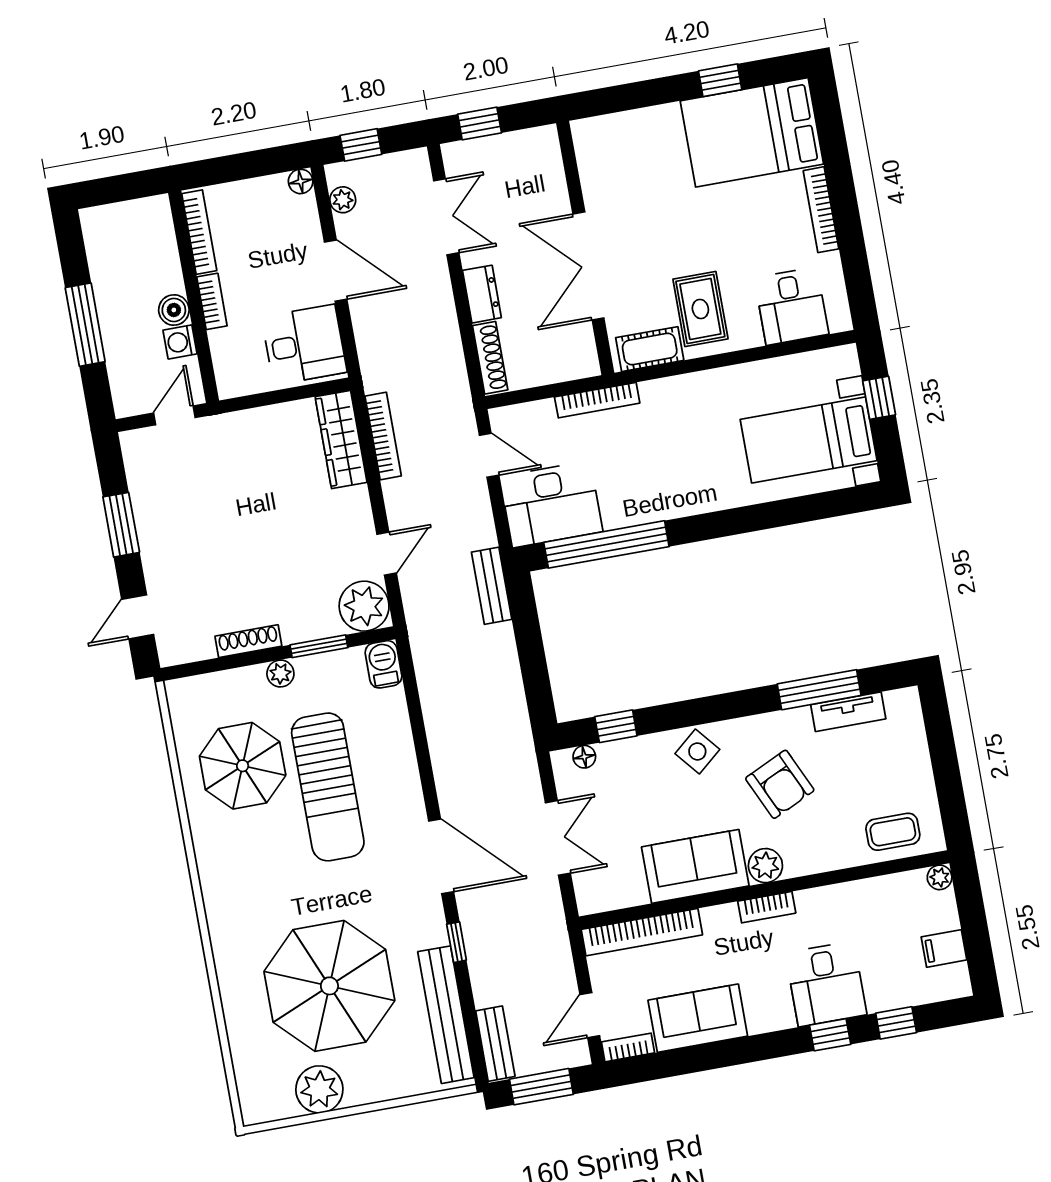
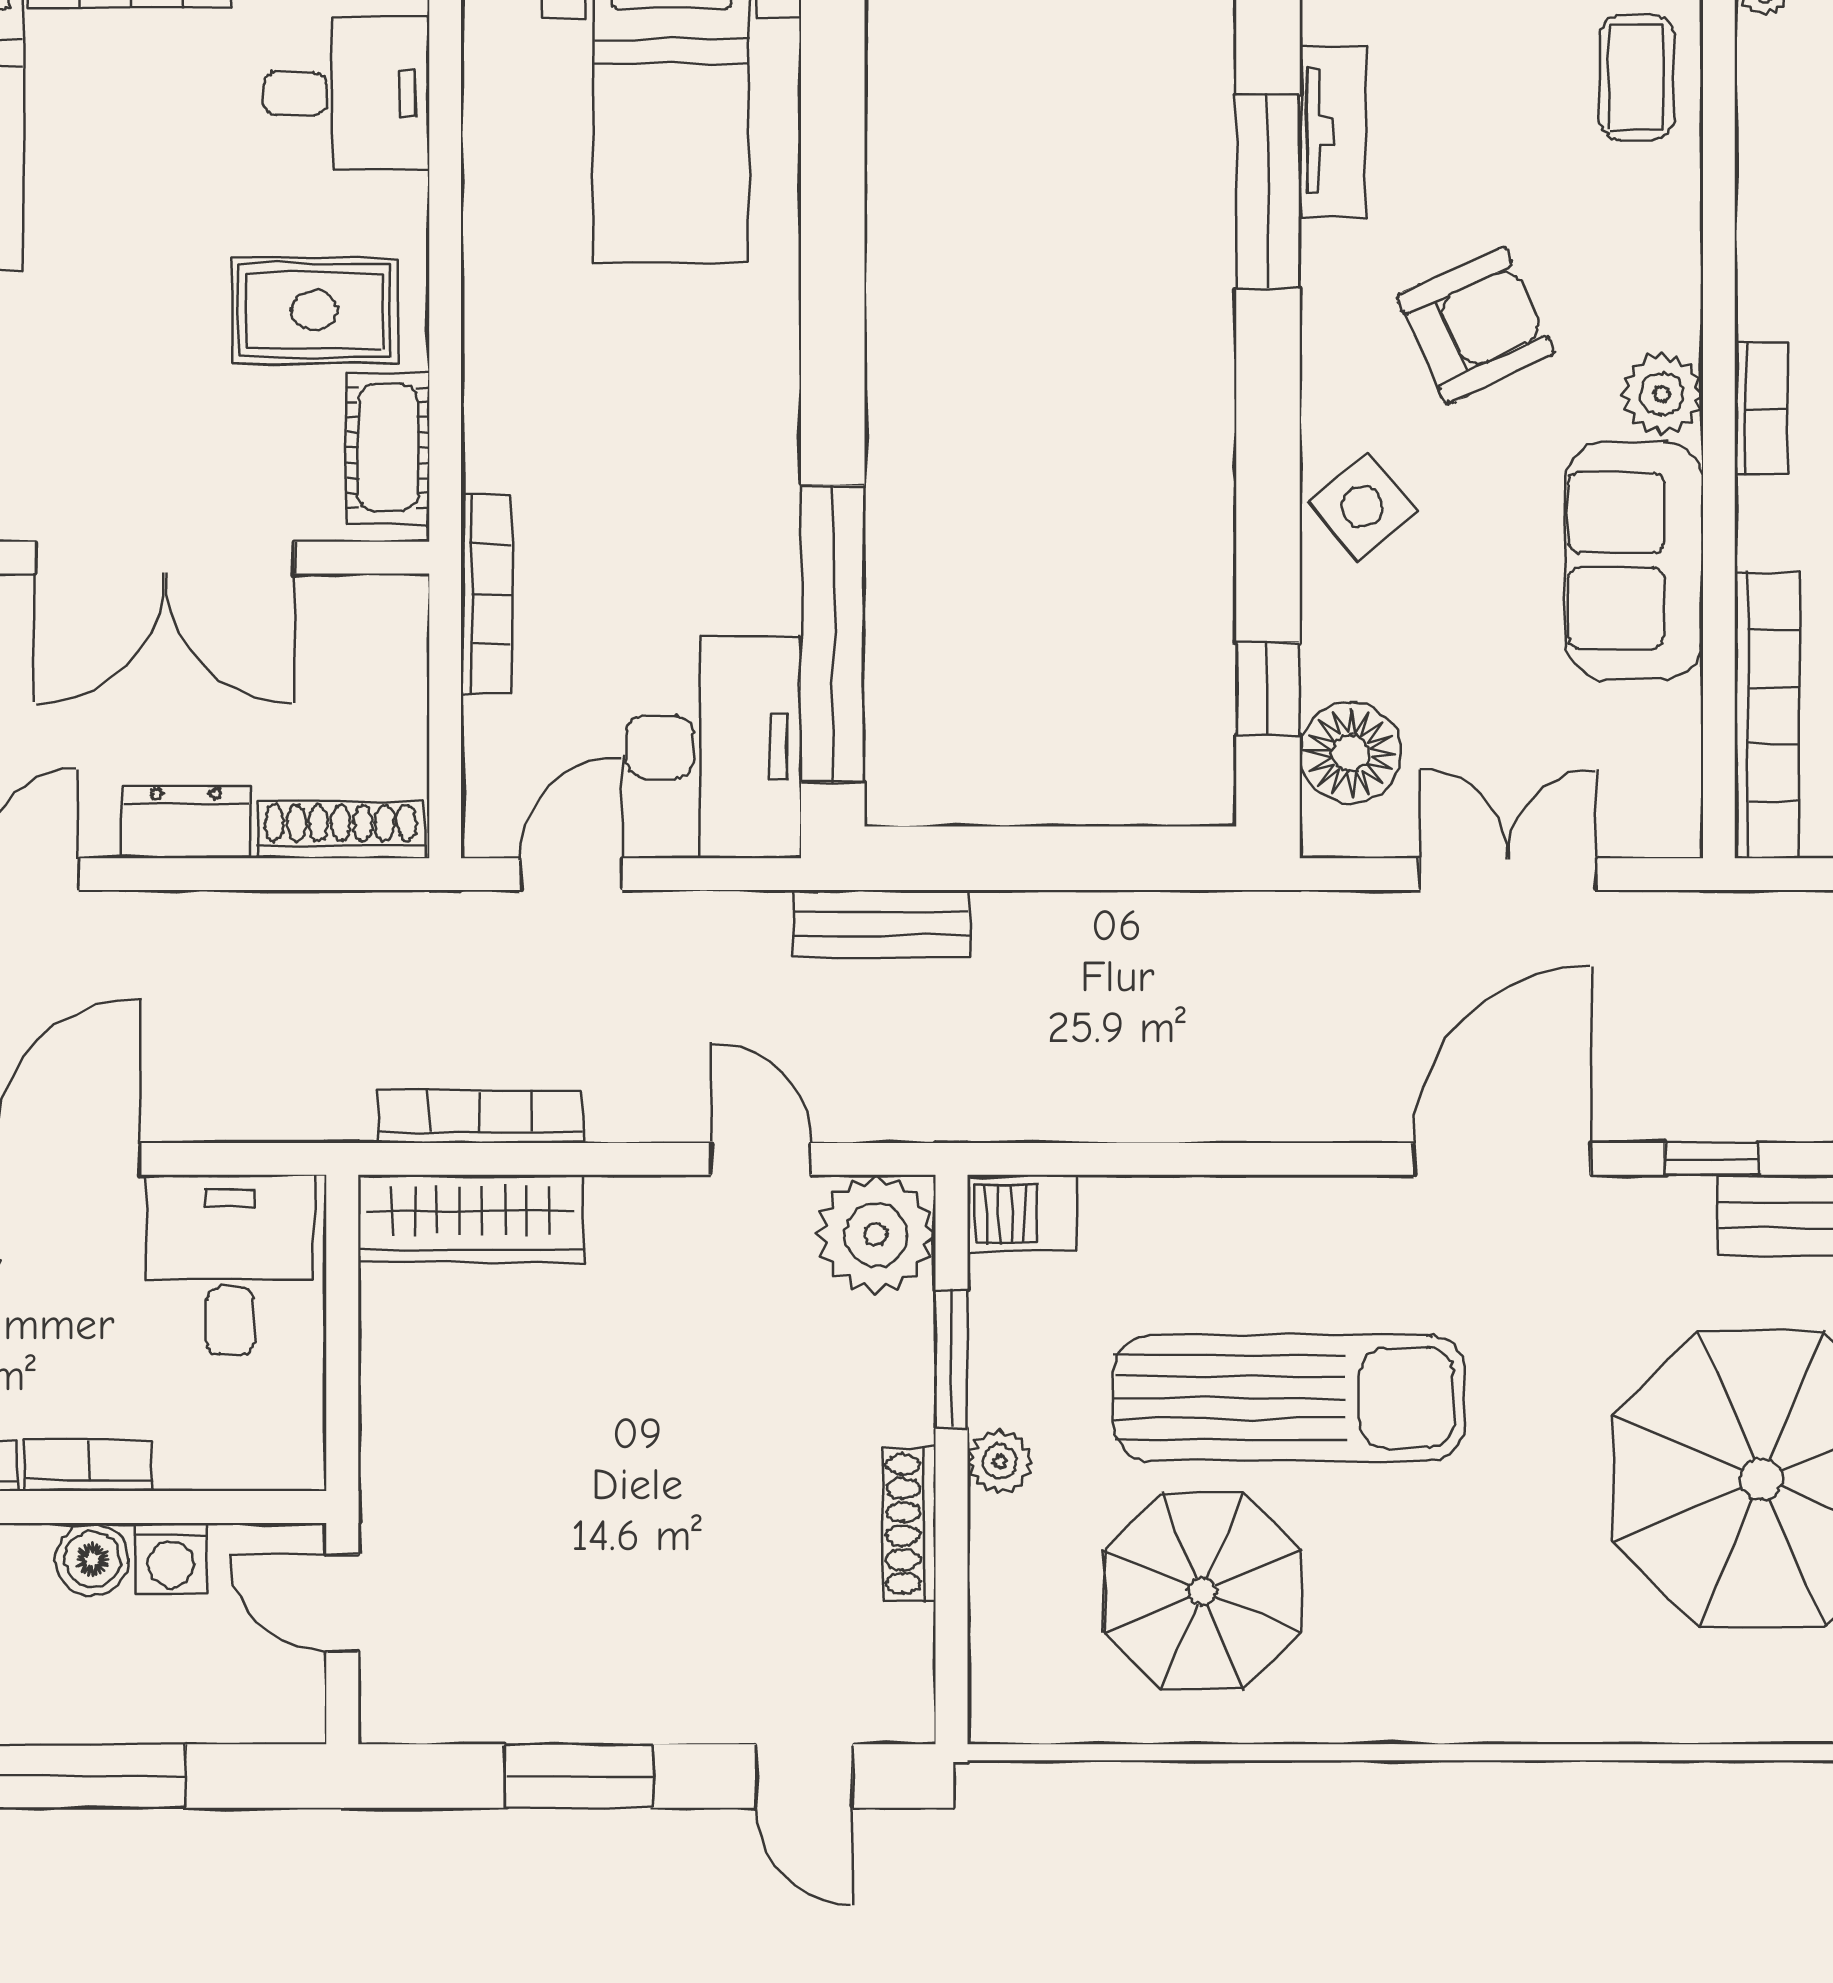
floor lamp: (584, 757) -> (1351, 753), width x1.89, depth x1.89

